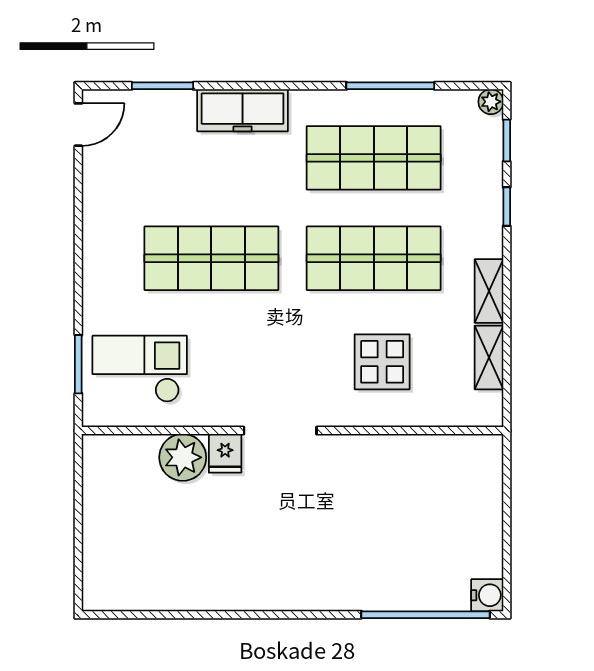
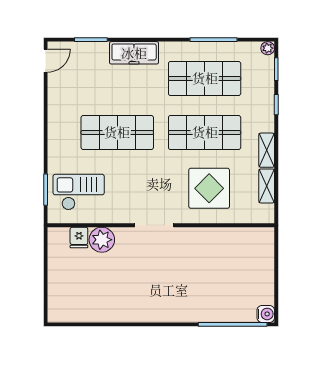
display table: (382, 362) -> (209, 188), width x1.36, depth x1.36
fridge: (225, 453) -> (79, 238), moved

